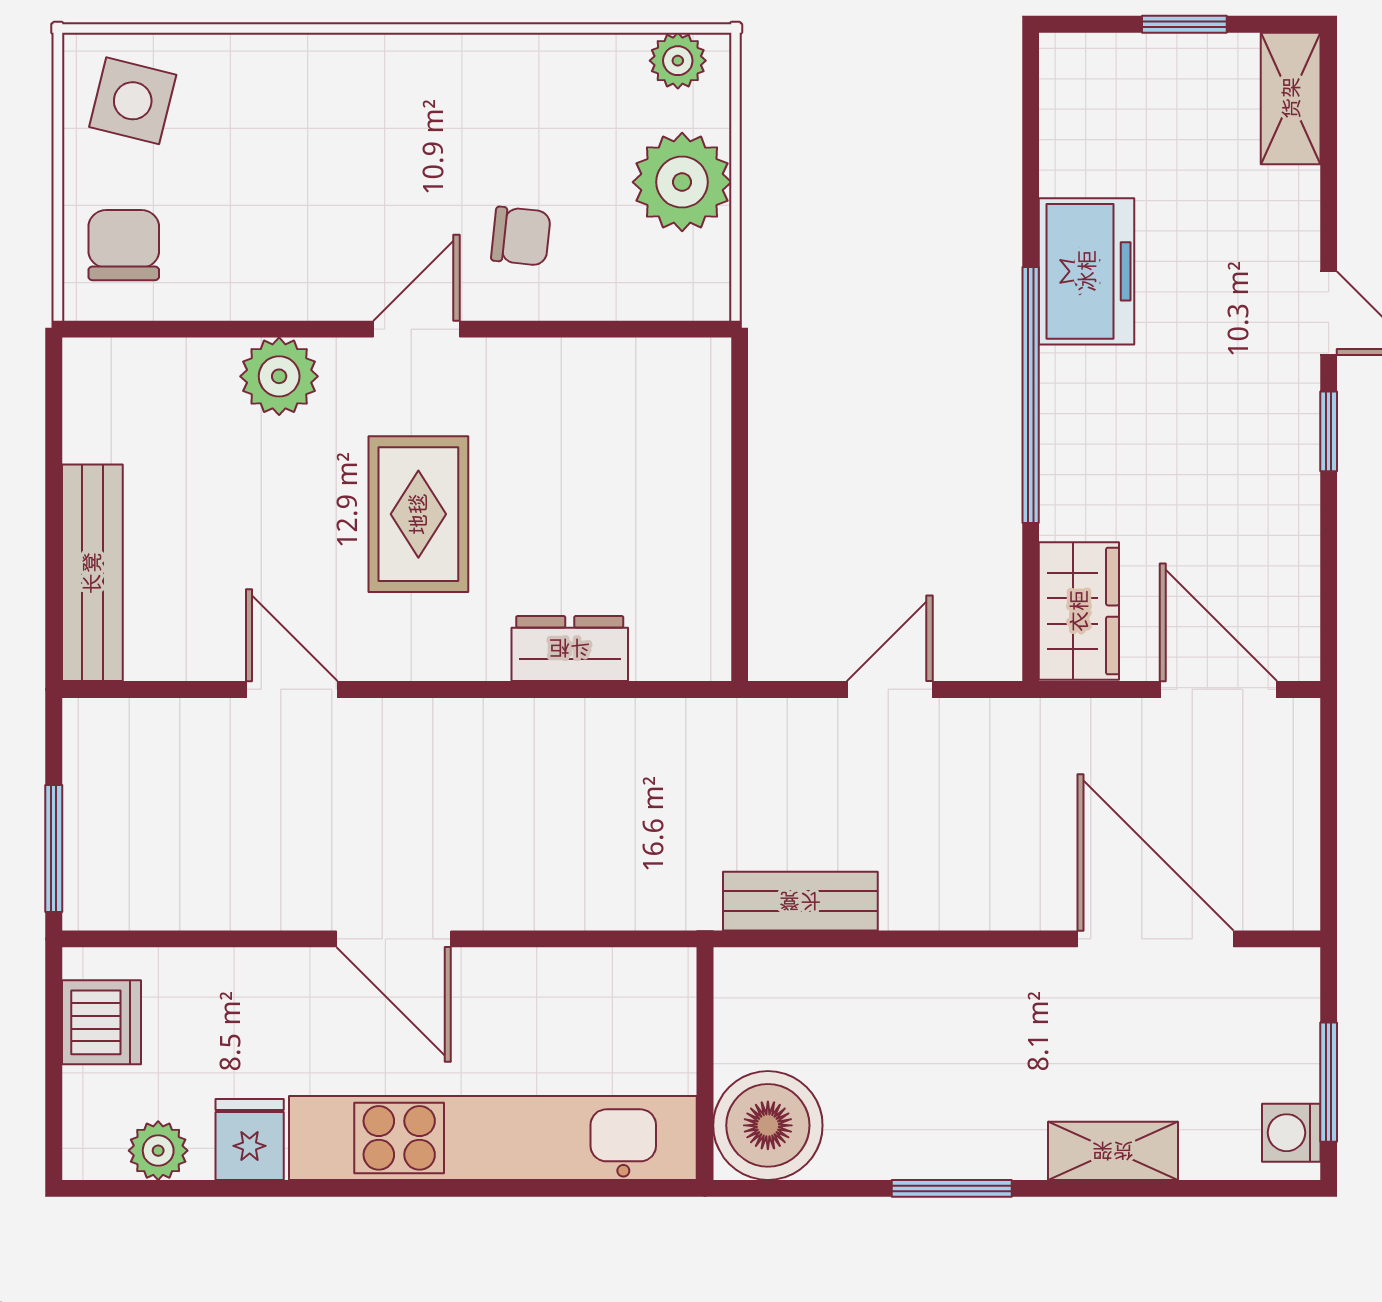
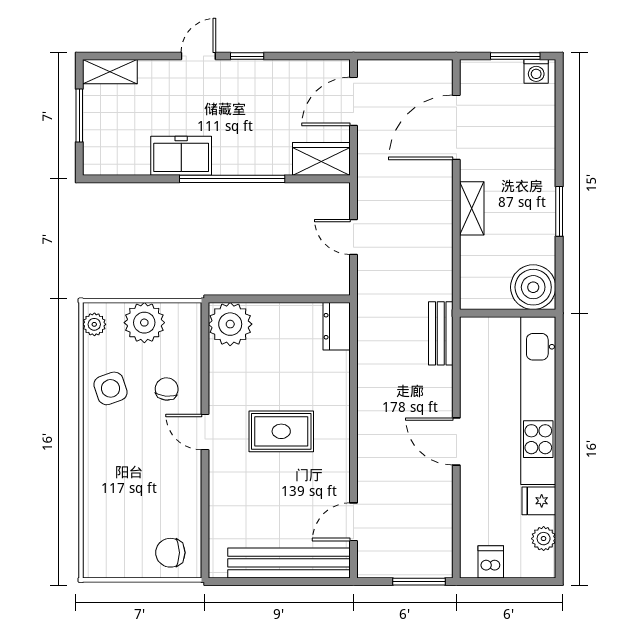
window: (1184, 24) -> (79, 115), width x1.50
side table: (133, 101) -> (111, 388), moved, turned -33
plant: (279, 376) -> (230, 324), moved, width x1.36, depth x1.36
bench: (92, 573) -> (289, 563), width x1.37, depth x1.21
dresser: (570, 648) -> (337, 326), moved
door: (292, 689) -> (353, 522), moved
bench: (800, 901) -> (441, 333), moved
door: (394, 939) -> (456, 441), swing flipped
dishwasher: (101, 1022) -> (491, 562), width x0.73
shelving: (1113, 1151) -> (472, 208), moved

